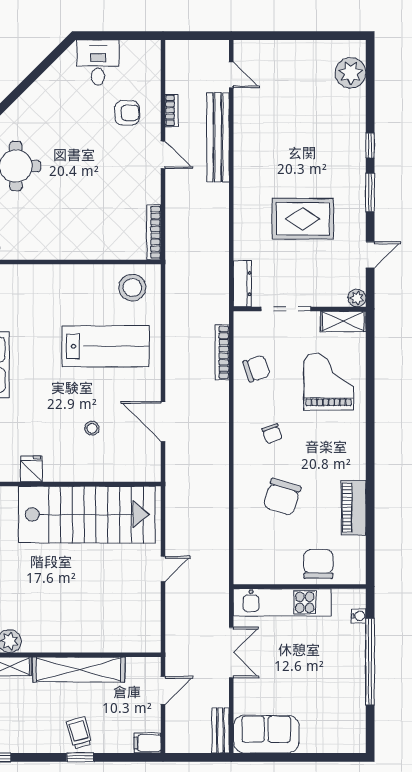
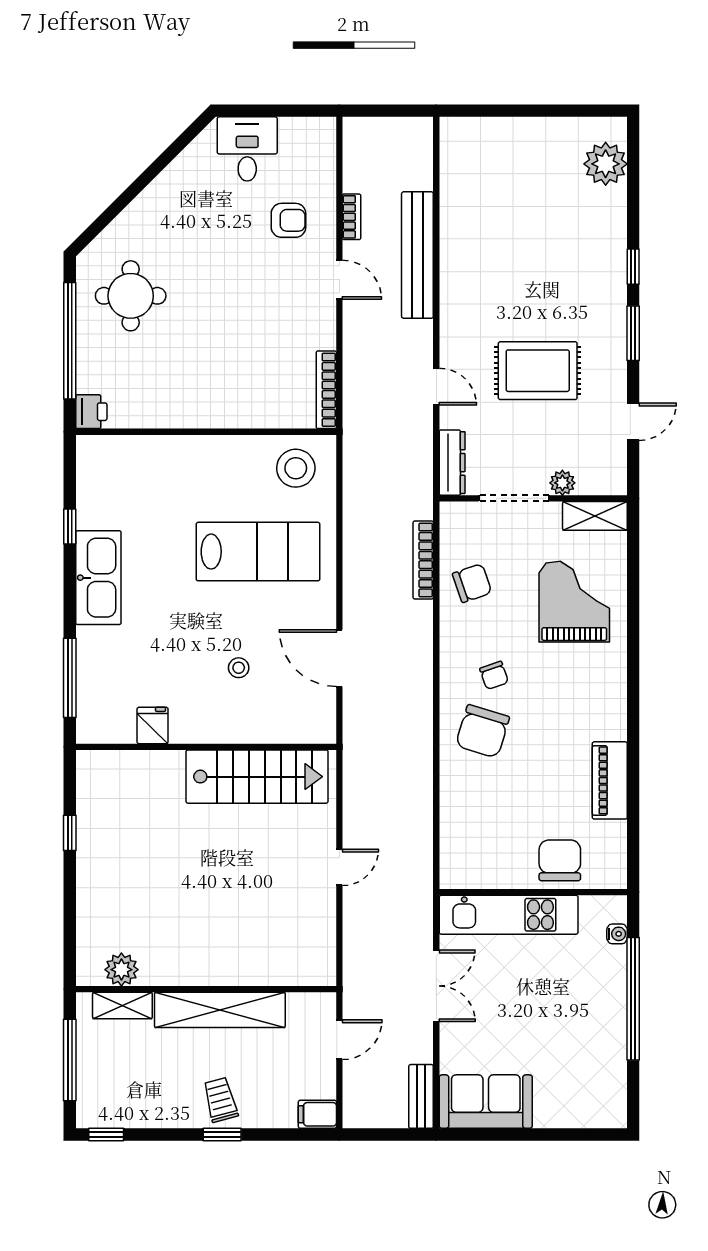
door: (231, 75) -> (436, 387), moved
plant: (357, 298) -> (562, 483), moved
chair: (282, 497) -> (483, 731), moved
stairs: (87, 515) -> (257, 777), width x0.73, depth x0.66

